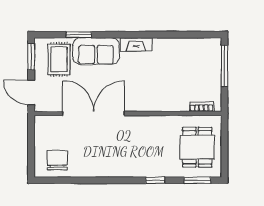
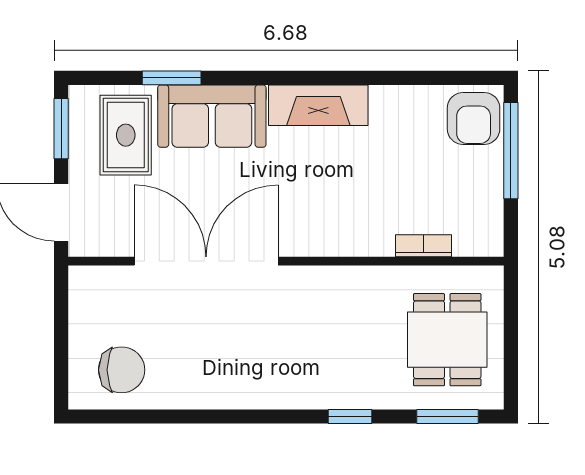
fireplace: (136, 44) -> (318, 105), width x1.37, depth x1.32
armchair: (209, 52) -> (474, 118), added
bookcase: (201, 107) -> (423, 246), moved
chair: (57, 160) -> (122, 370), turned 90

